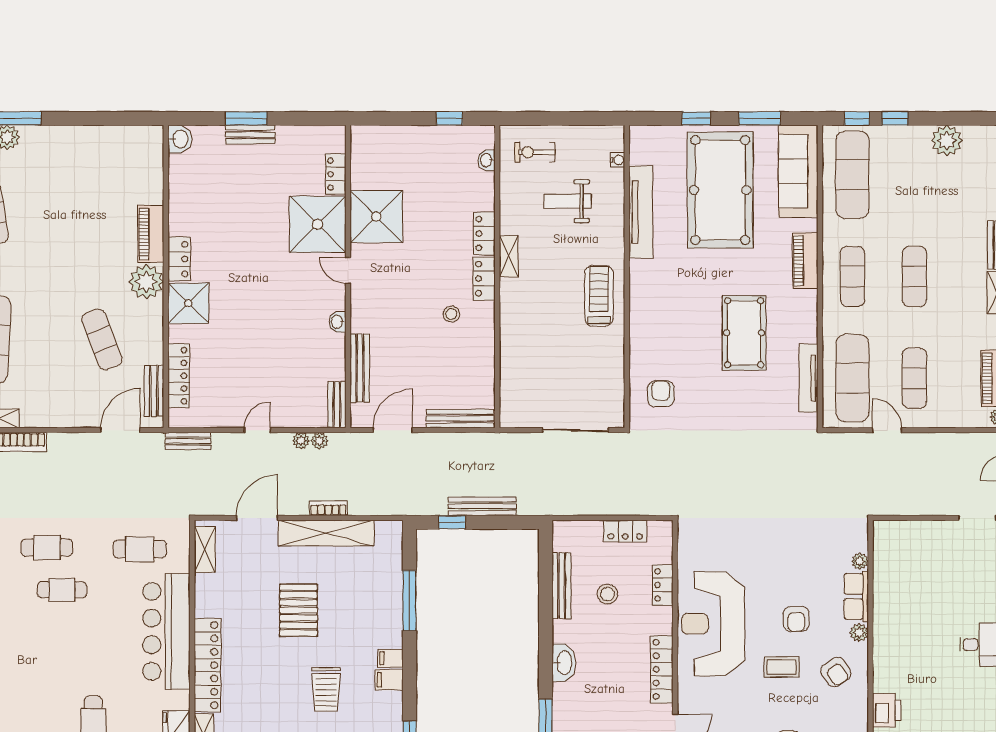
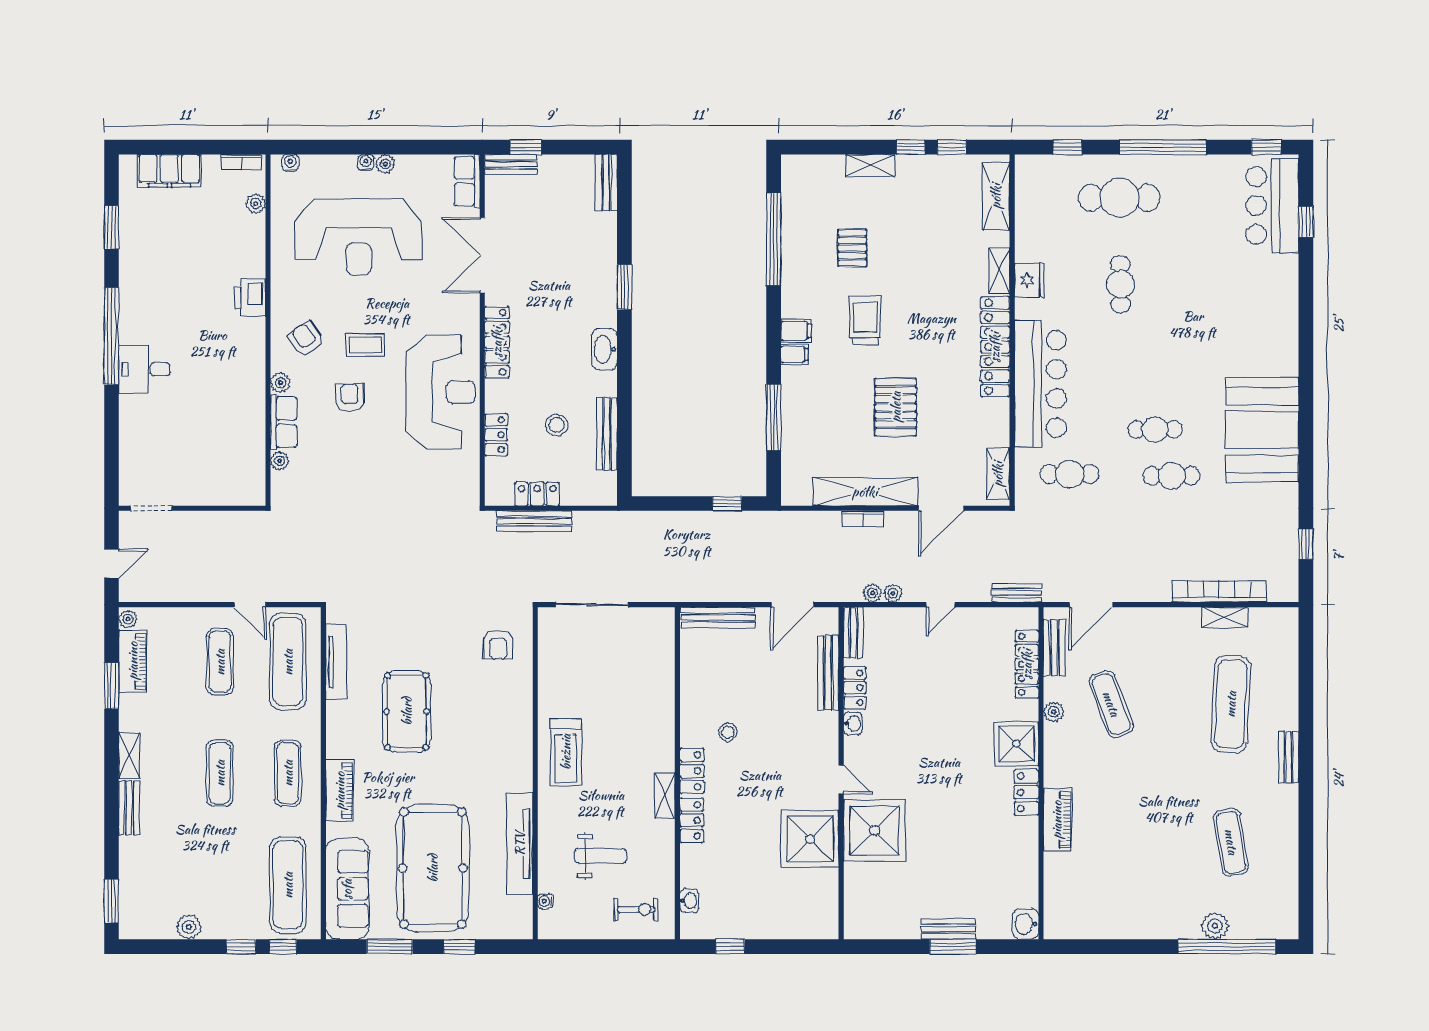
plant: (947, 141) -> (189, 927), width x0.73, depth x0.73
locker: (336, 174) -> (855, 688), moved
plant: (146, 282) -> (1054, 712), moved, width x0.53, depth x0.53
bench: (482, 506) -> (534, 521), moved

